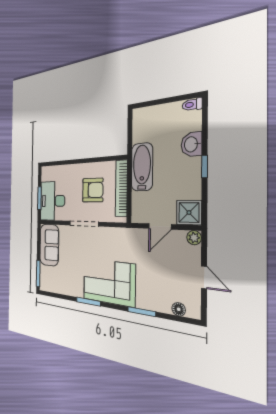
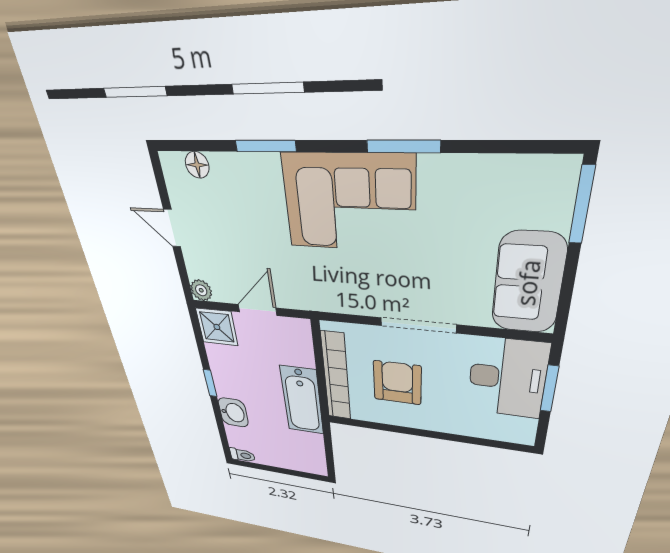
armchair: (93, 190) -> (397, 383), turned 90

